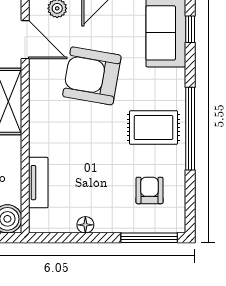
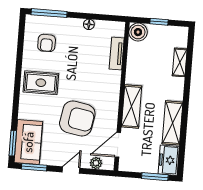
window: (190, 29) -> (13, 143), width x1.50
door: (25, 40) -> (118, 145), hinge flipped
window: (190, 129) -> (18, 80), removed

